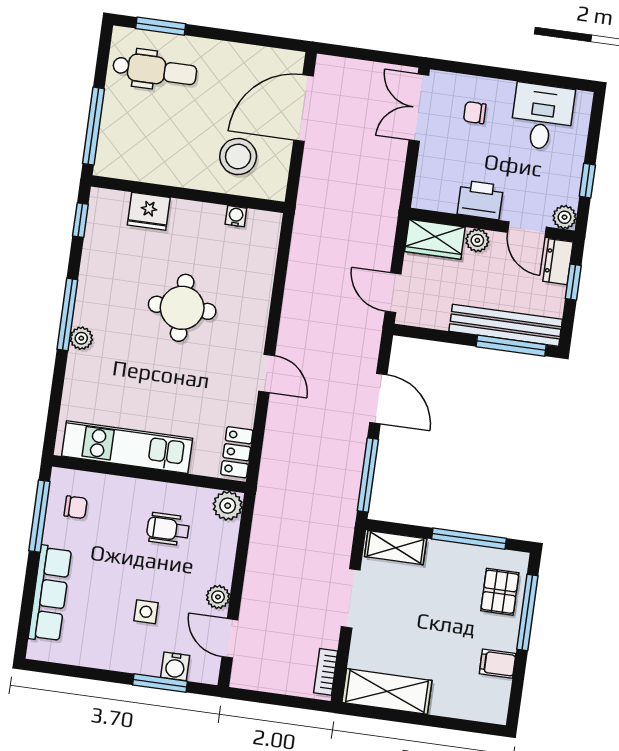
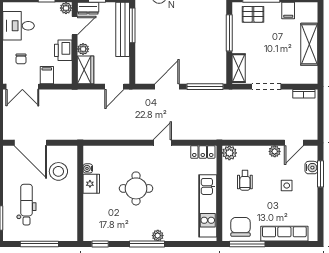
dental chair: (155, 70) -> (26, 205), moved
window: (93, 126) -> (39, 244), moved
filing cabinet: (435, 160) -> (47, 75), added
fridge: (149, 211) -> (91, 184), moved
chair: (76, 507) -> (240, 227), width x1.87, depth x1.87
shelving: (387, 691) -> (309, 44), moved

